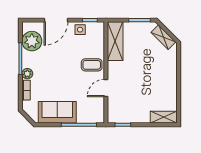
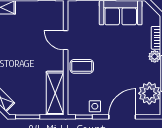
door: (106, 88) -> (66, 40), swing flipped

